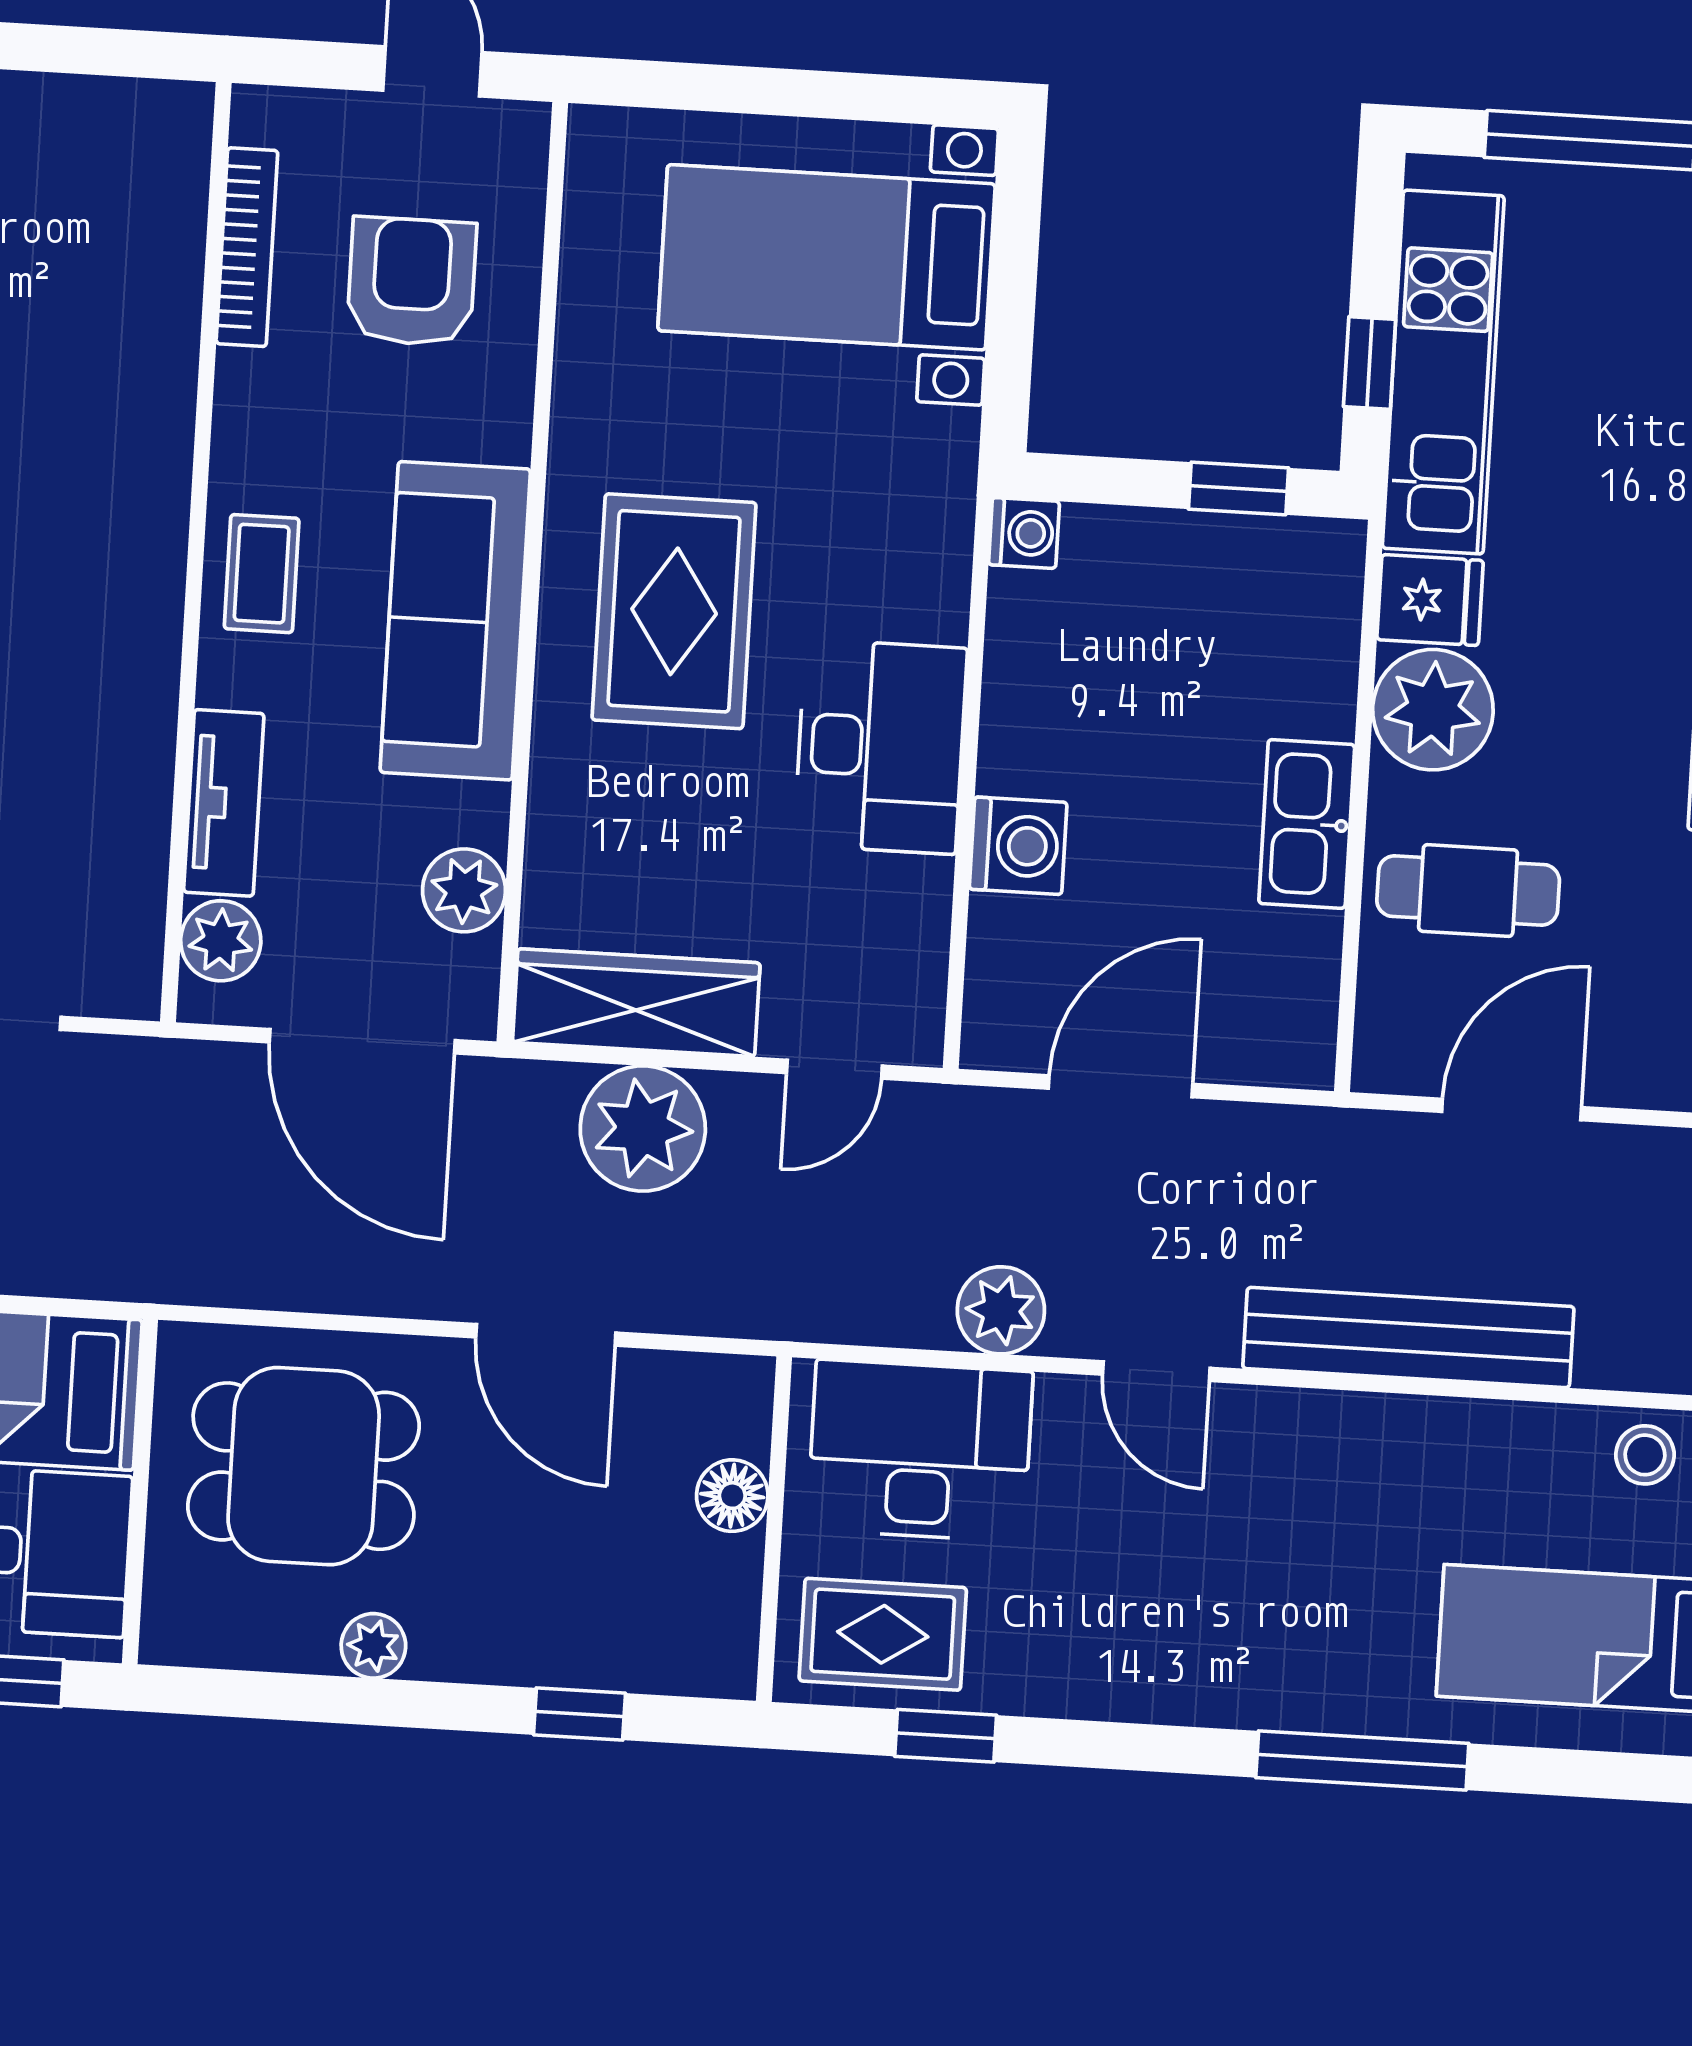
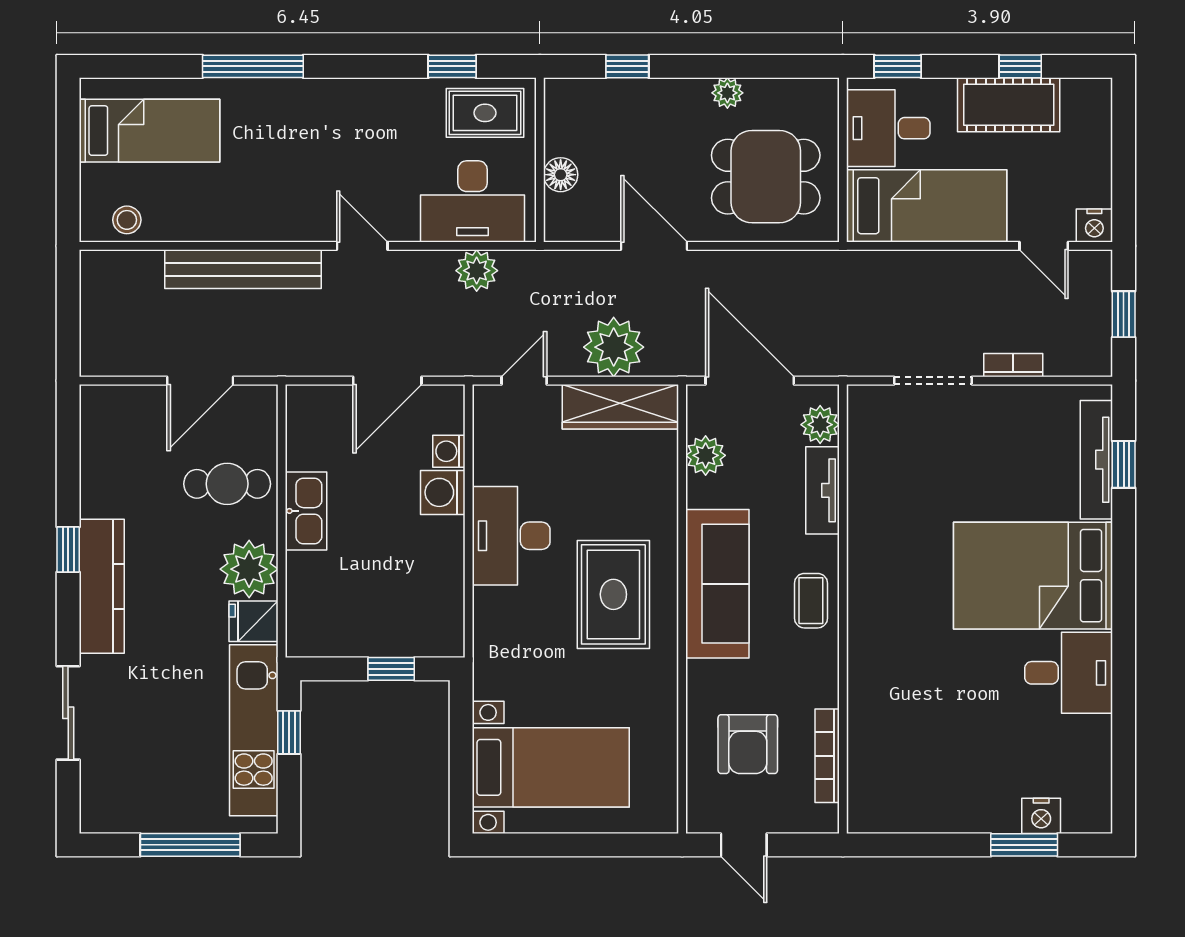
window: (1238, 488) -> (391, 669), moved
washing machine: (1024, 533) -> (449, 451), moved
plant: (1001, 1310) -> (477, 271), moved

